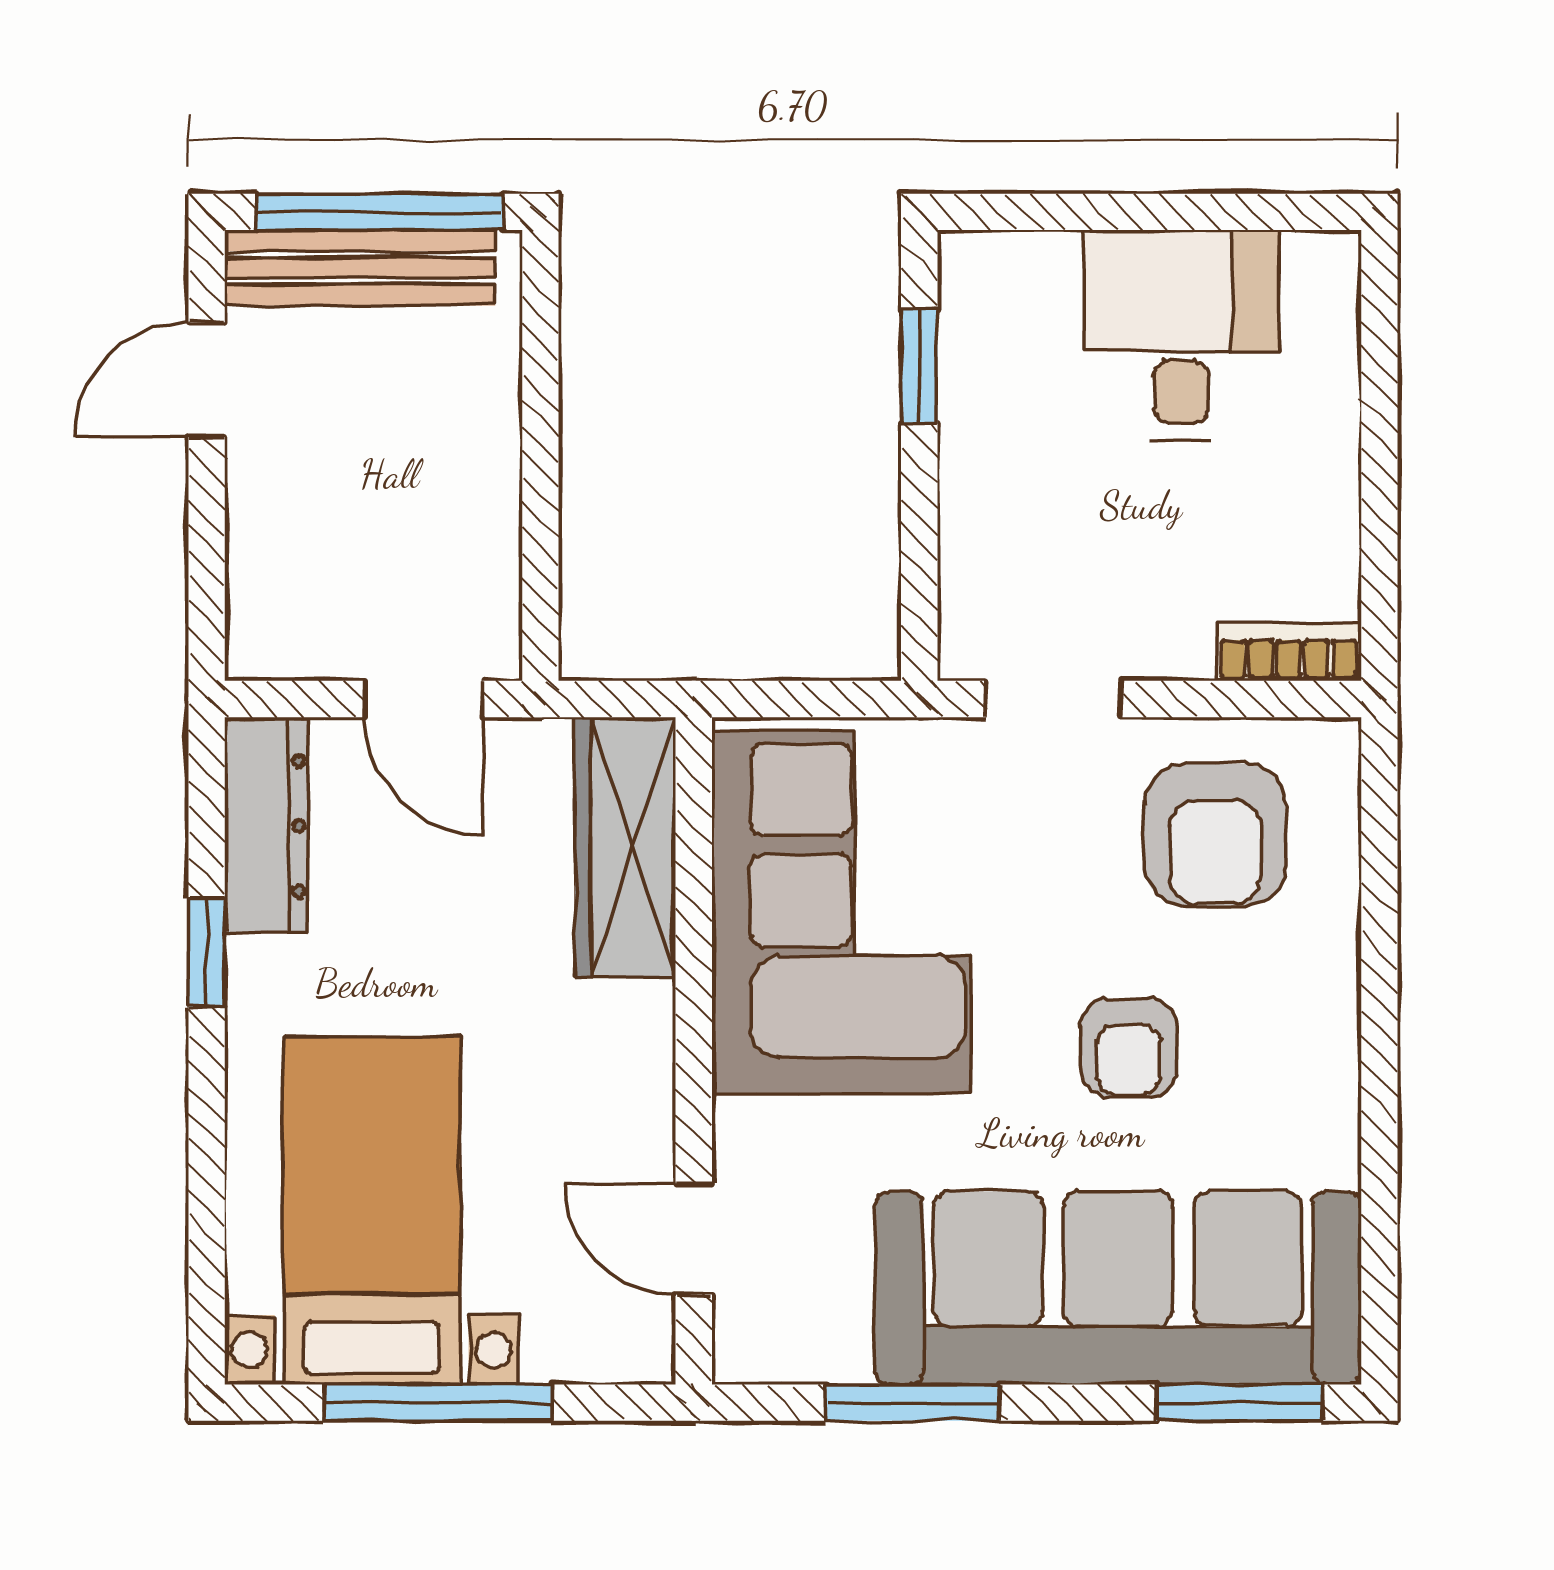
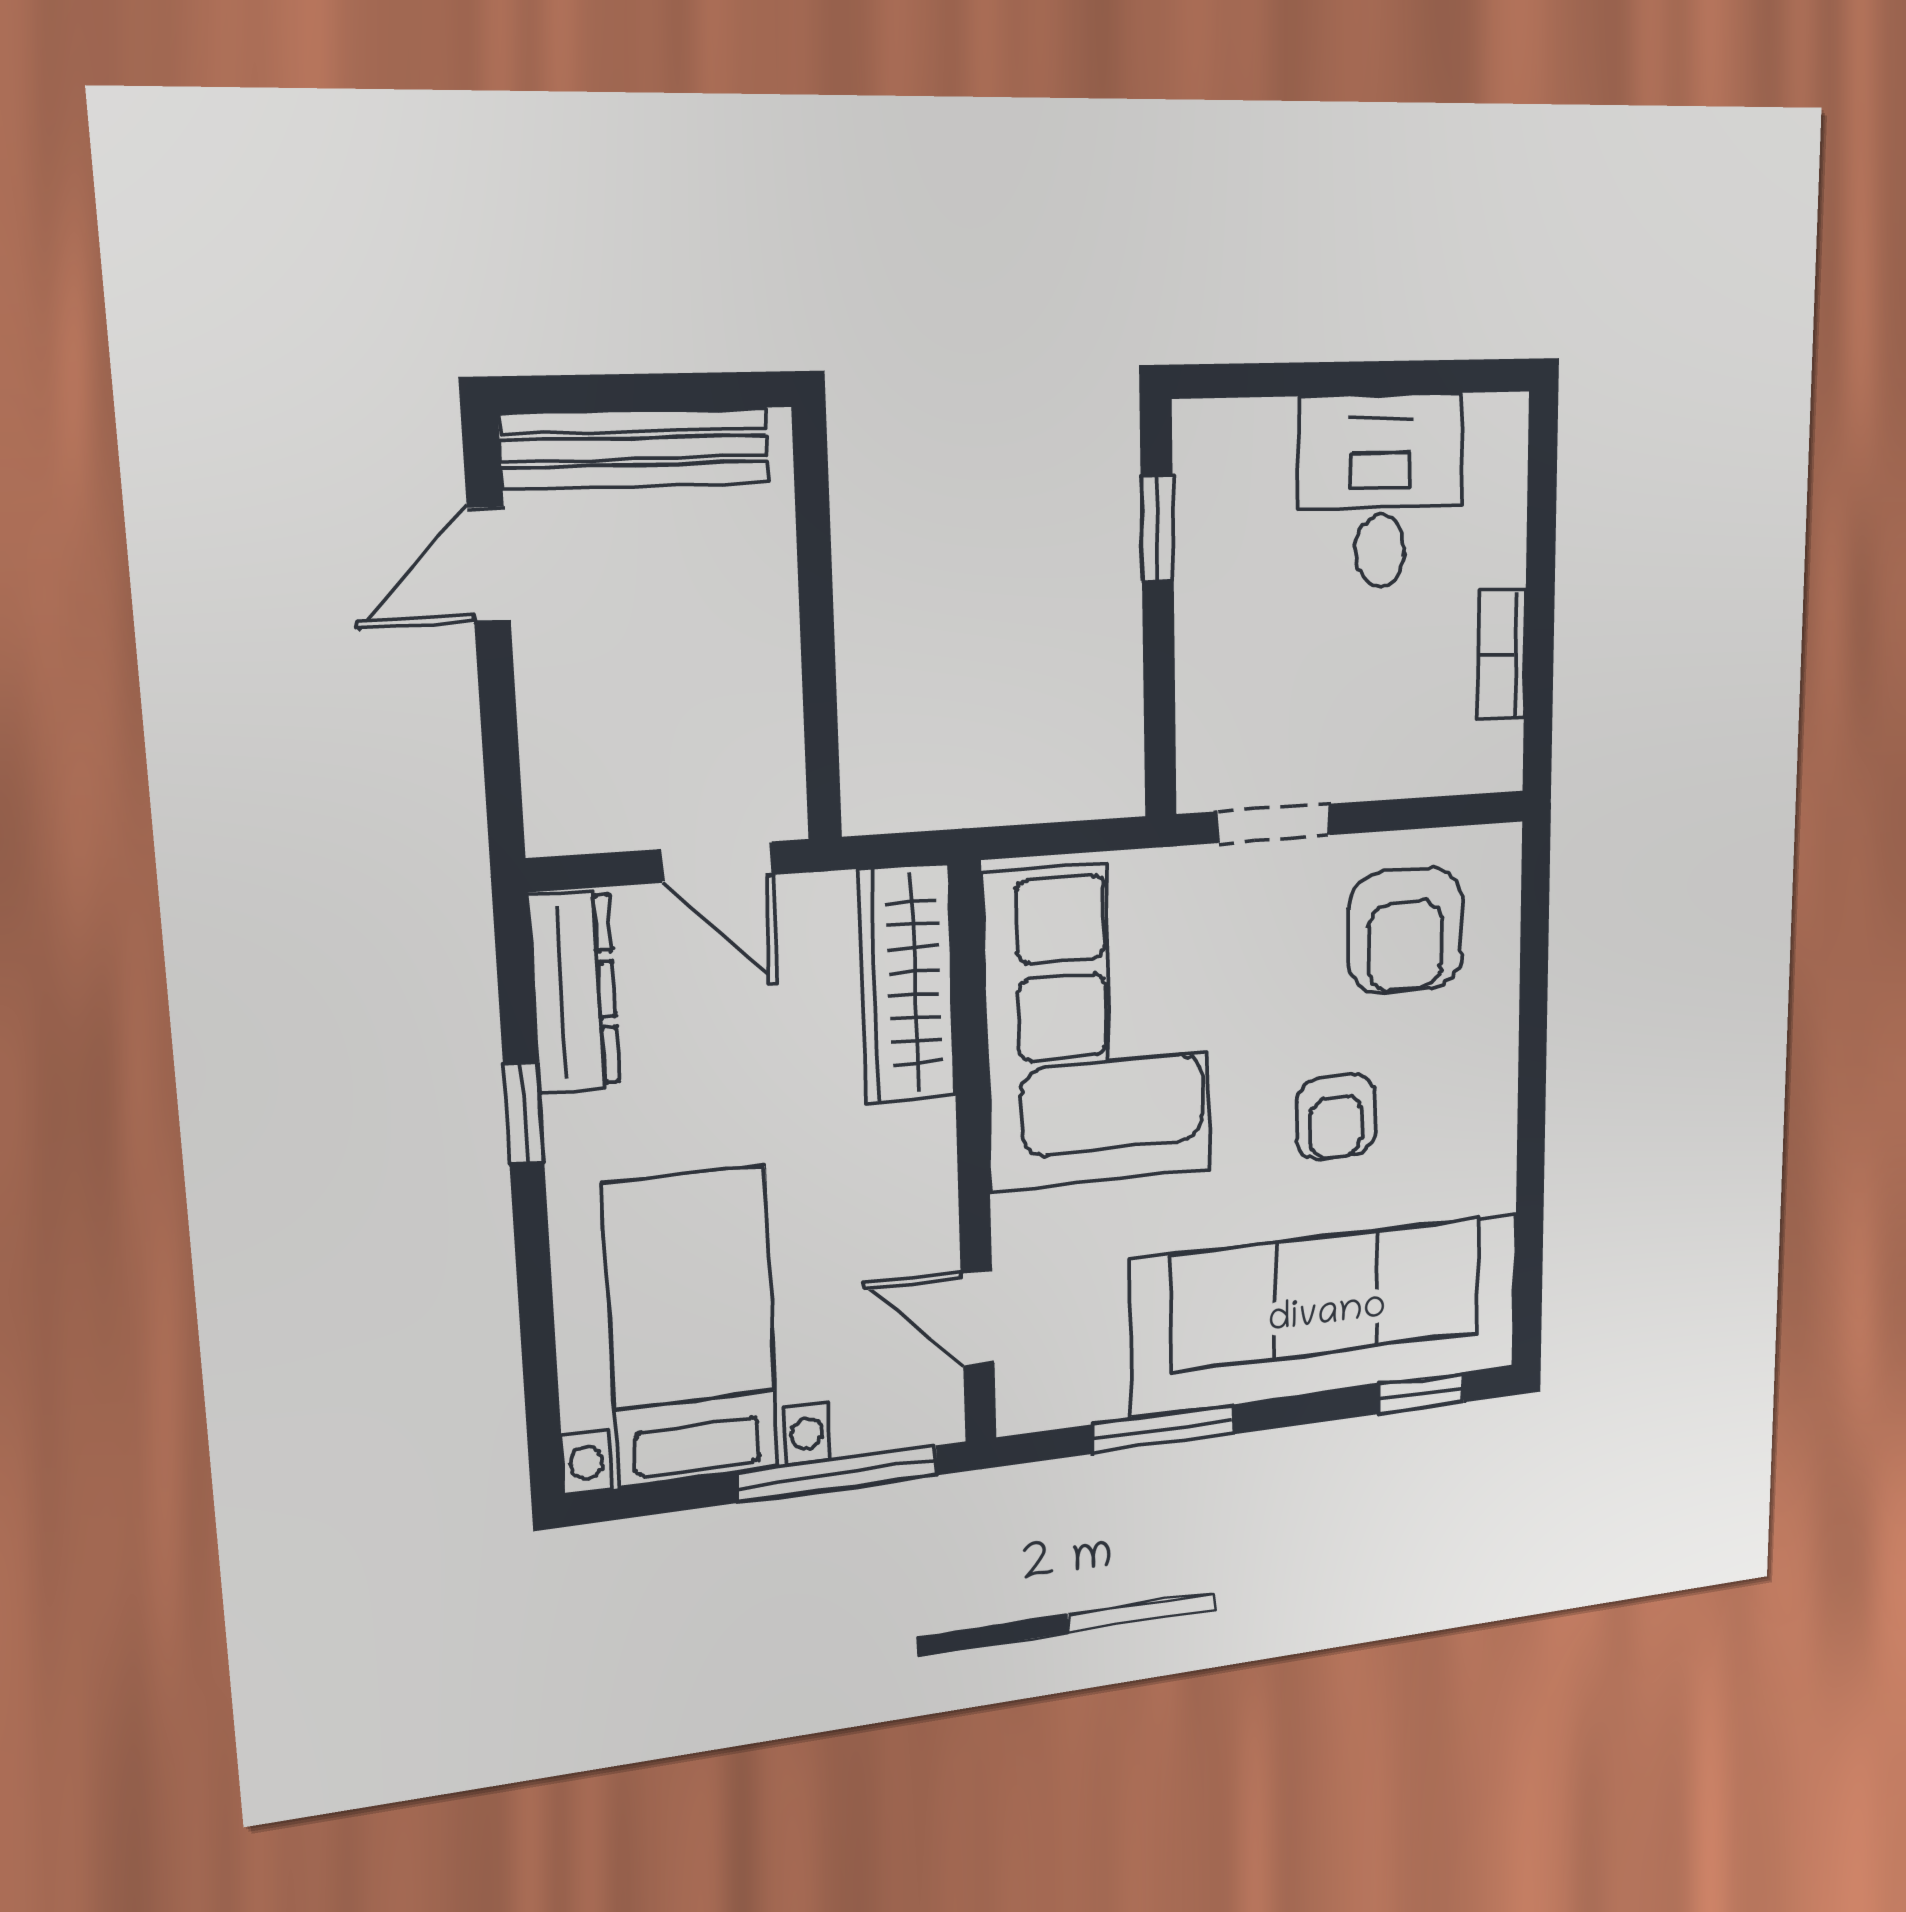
window: (379, 212) -> (651, 392), removed
bookcase: (1289, 652) -> (1502, 655), moved, turned -90
window: (438, 1403) -> (838, 1474), moved
window: (1240, 1403) -> (1421, 1394), width x0.67

